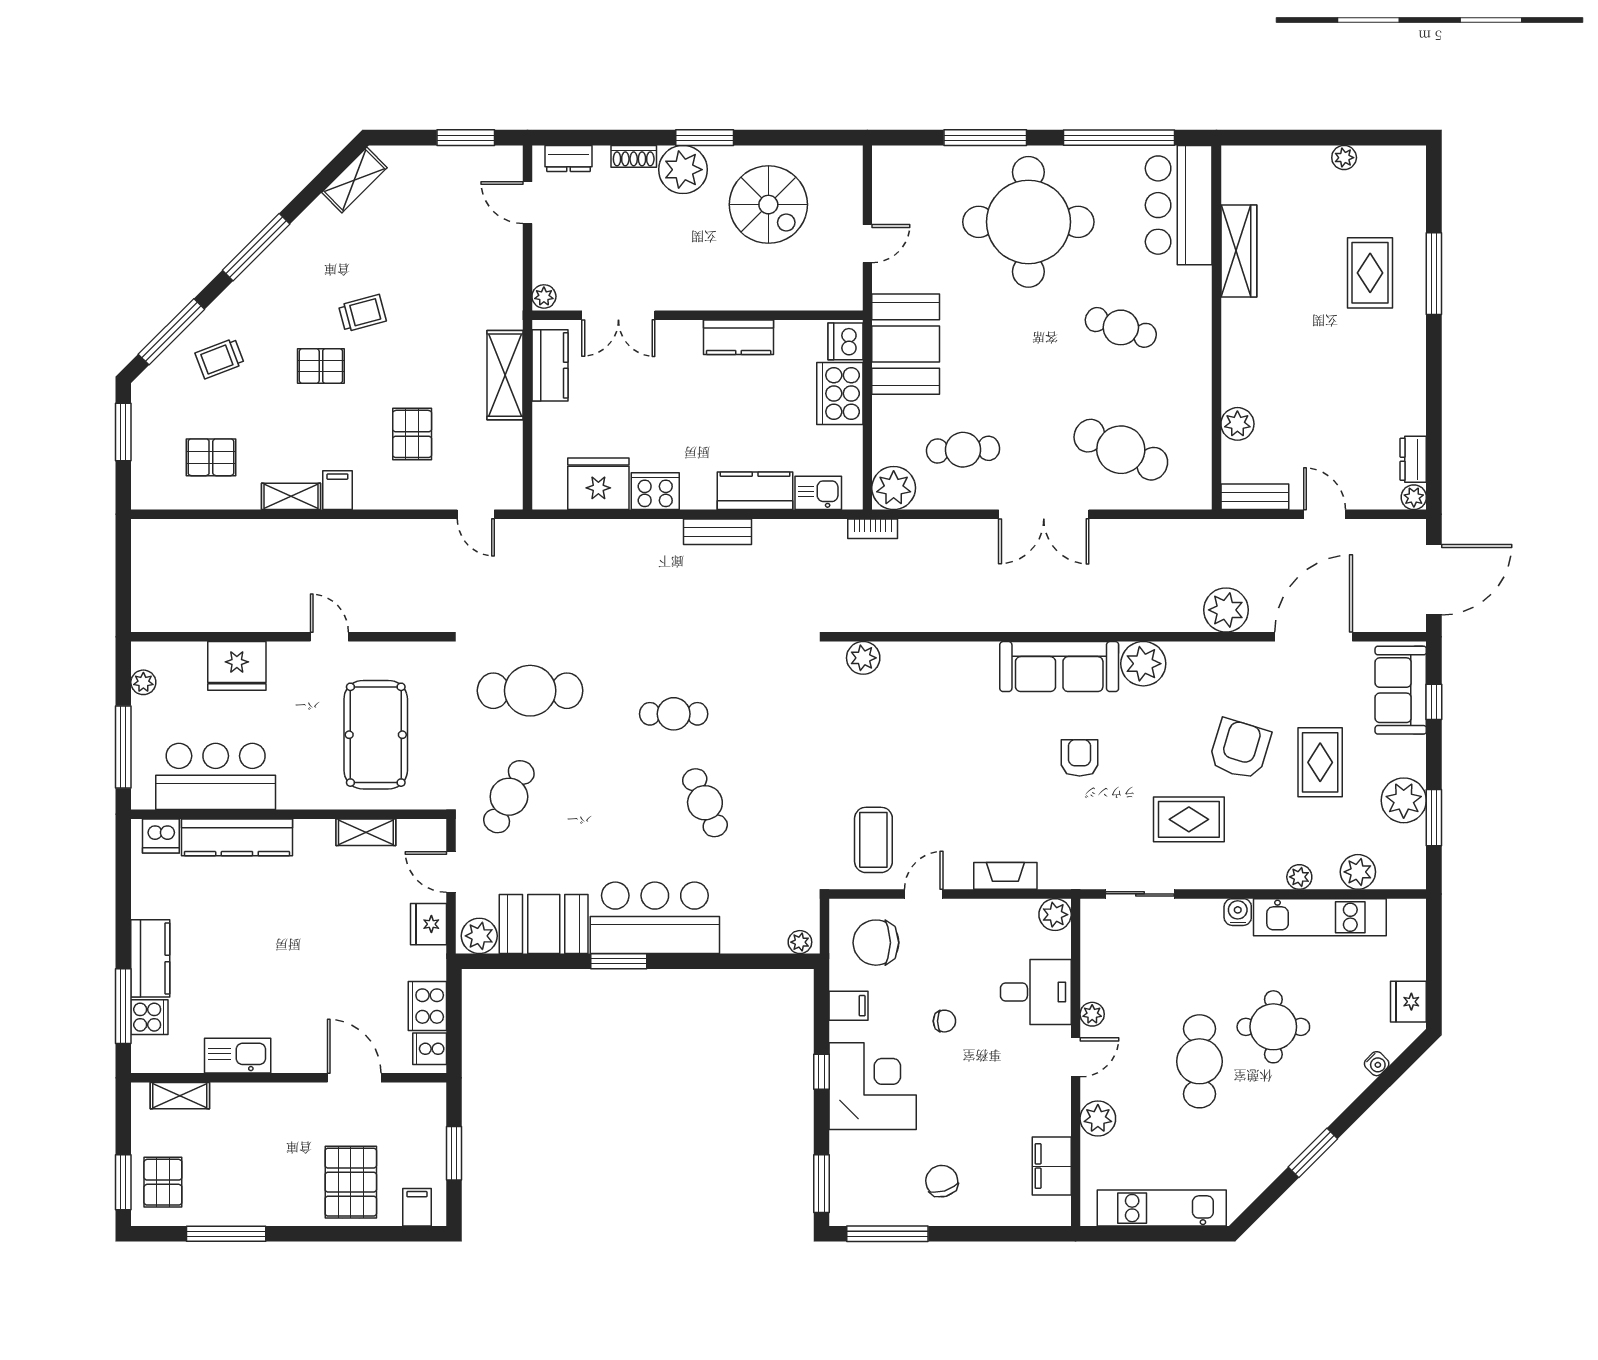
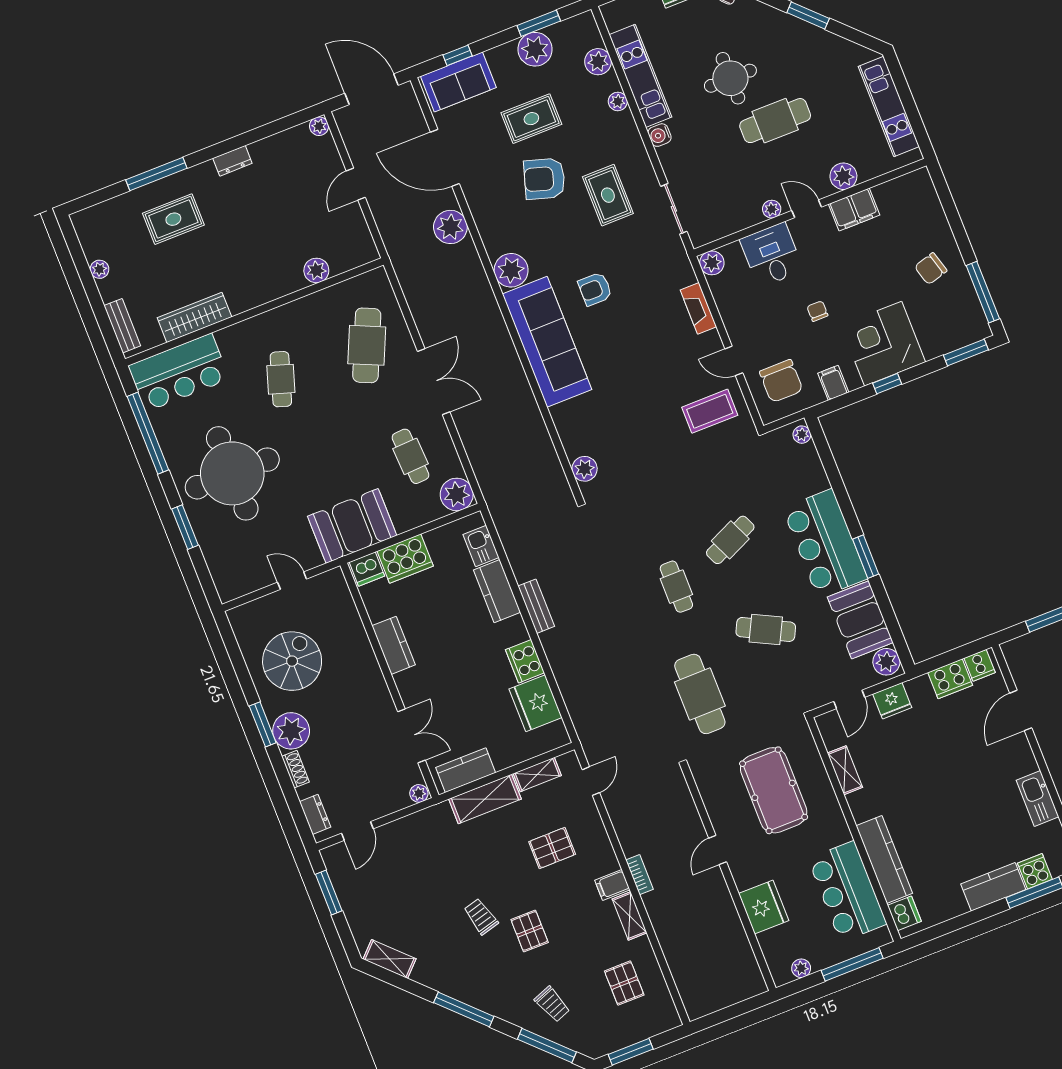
window: (985, 138) -> (185, 527), width x0.69
shelving: (510, 451) -> (537, 775), added
dresser: (1413, 459) -> (232, 161), moved
bench: (1255, 497) -> (122, 326), moved
bookcase: (873, 529) -> (640, 875), moved
sofa: (1059, 667) -> (547, 342), width x1.36, depth x1.27
pool table: (376, 735) -> (774, 790), turned 90
cafe table: (509, 797) -> (766, 629), moved
filing cabinet: (1052, 1166) -> (854, 210), moved

